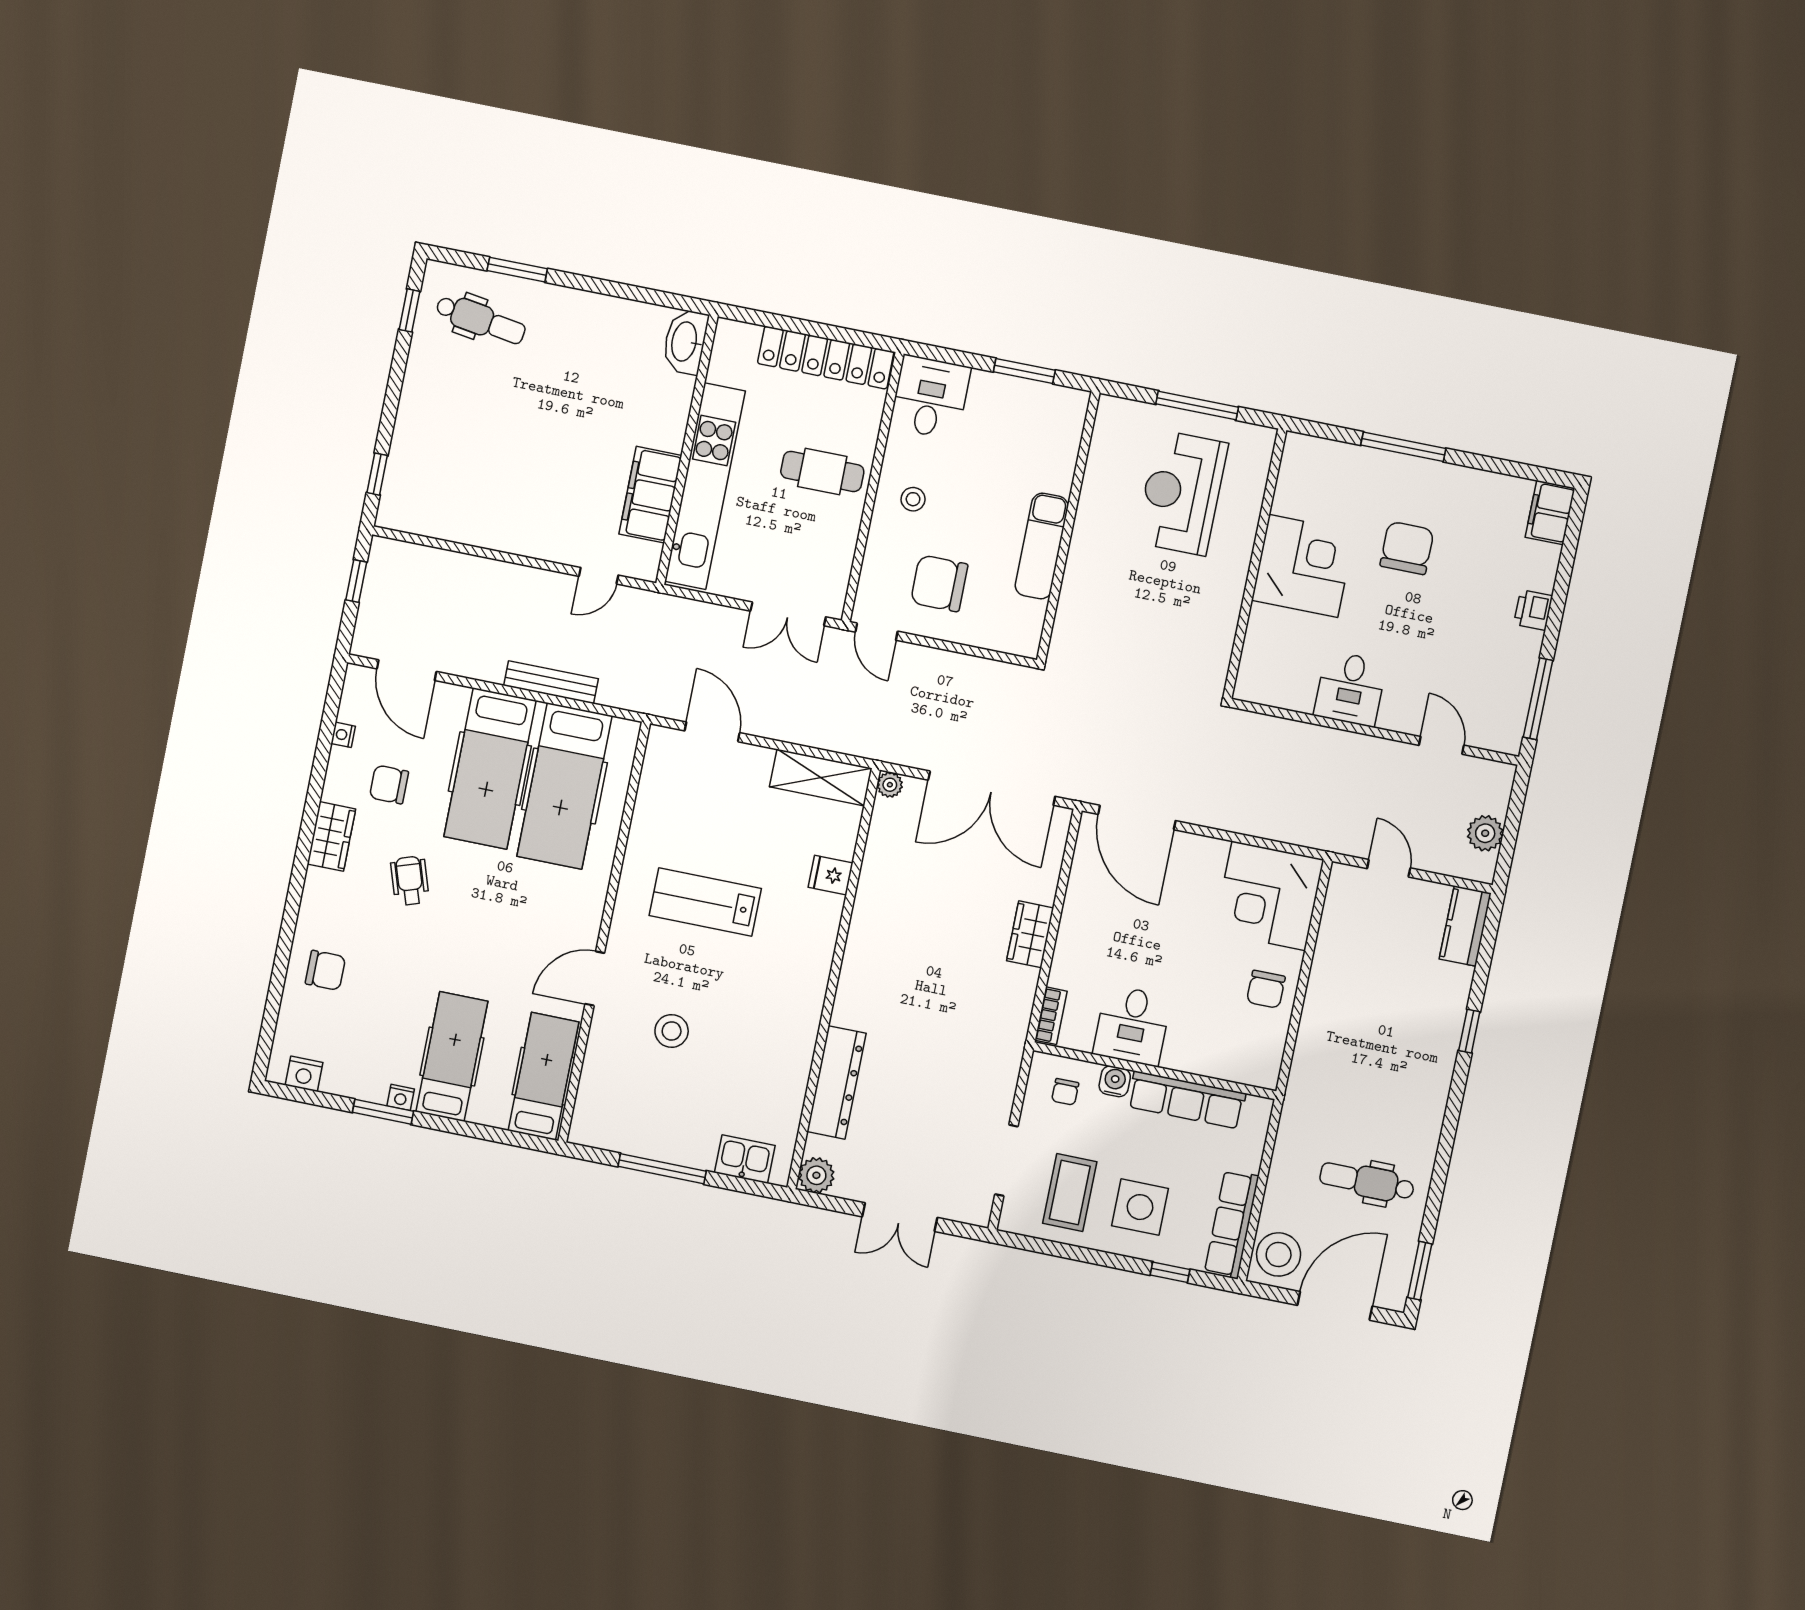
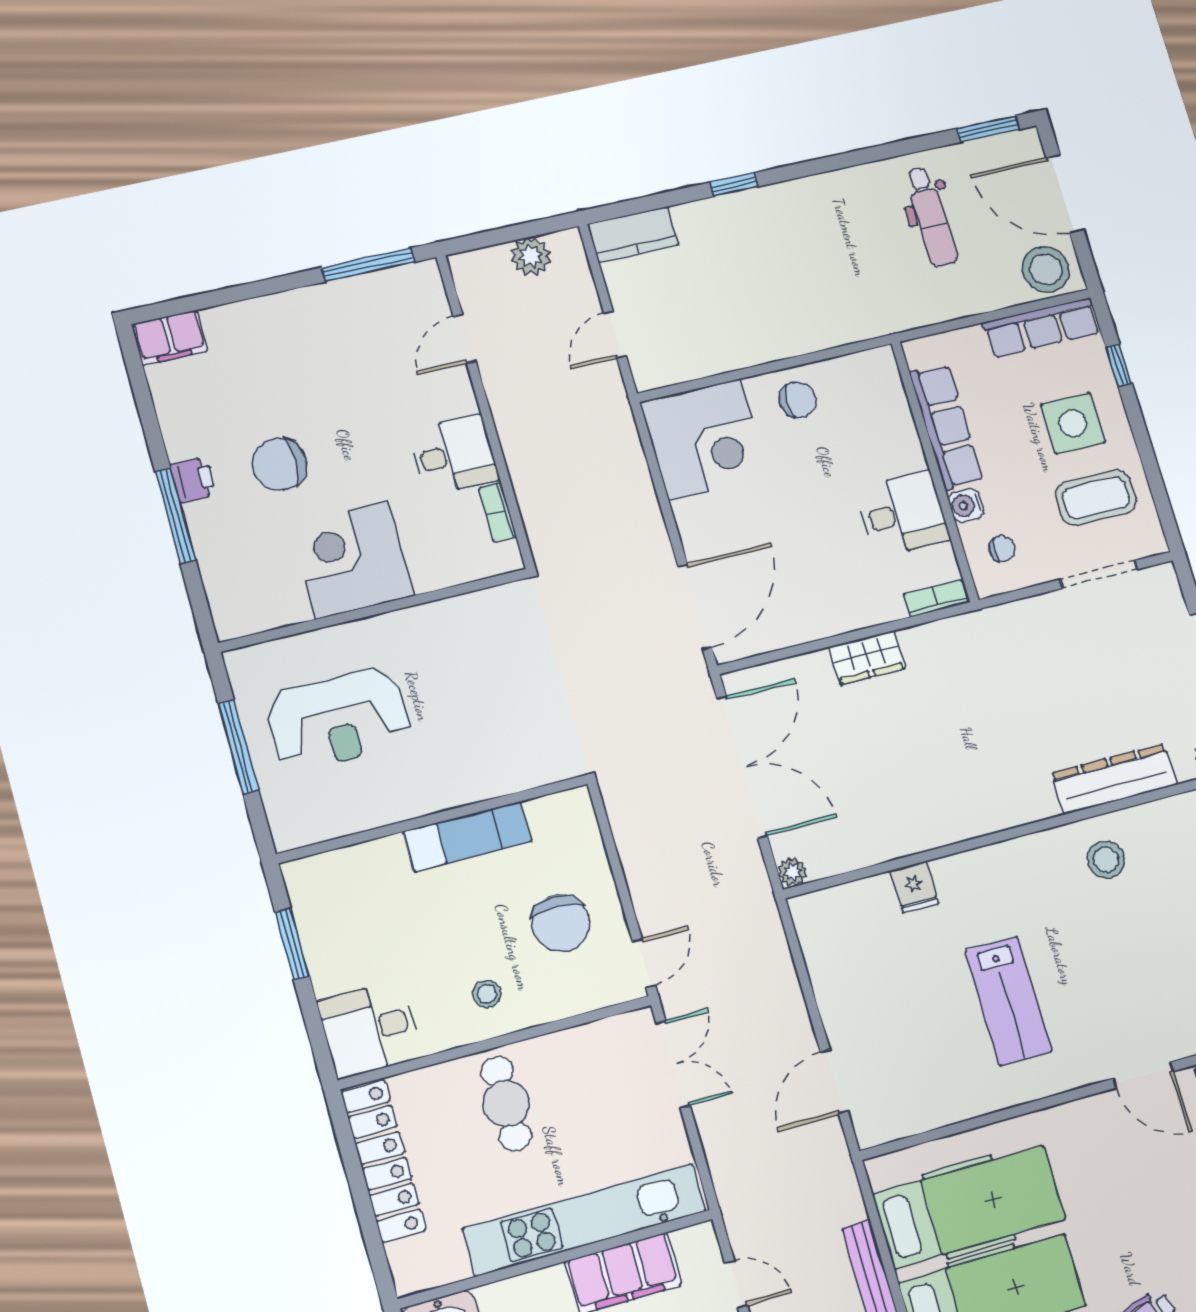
printer: (1533, 610) -> (193, 480), moved, turned -90
bookcase: (1287, 700) -> (498, 512), added
shelving: (821, 778) -> (822, 946), removed
stool: (672, 1031) -> (1106, 860), moved

